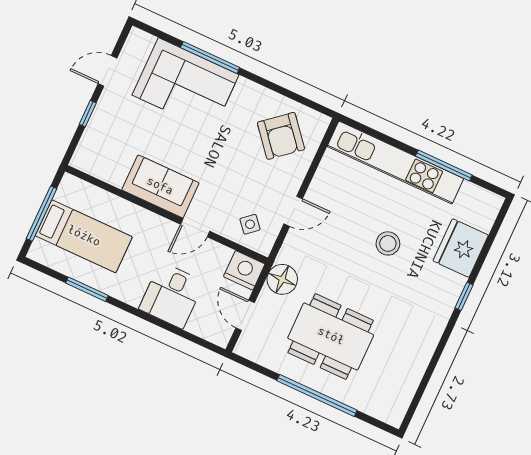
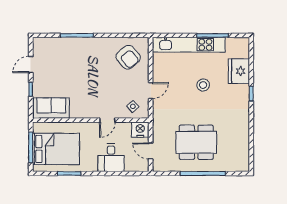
corner sofa: (186, 85) -> (71, 54), removed
sofa: (160, 186) -> (51, 108), moved
bed: (84, 236) -> (56, 149), width x1.50
floor lamp: (282, 279) -> (160, 126), removed

